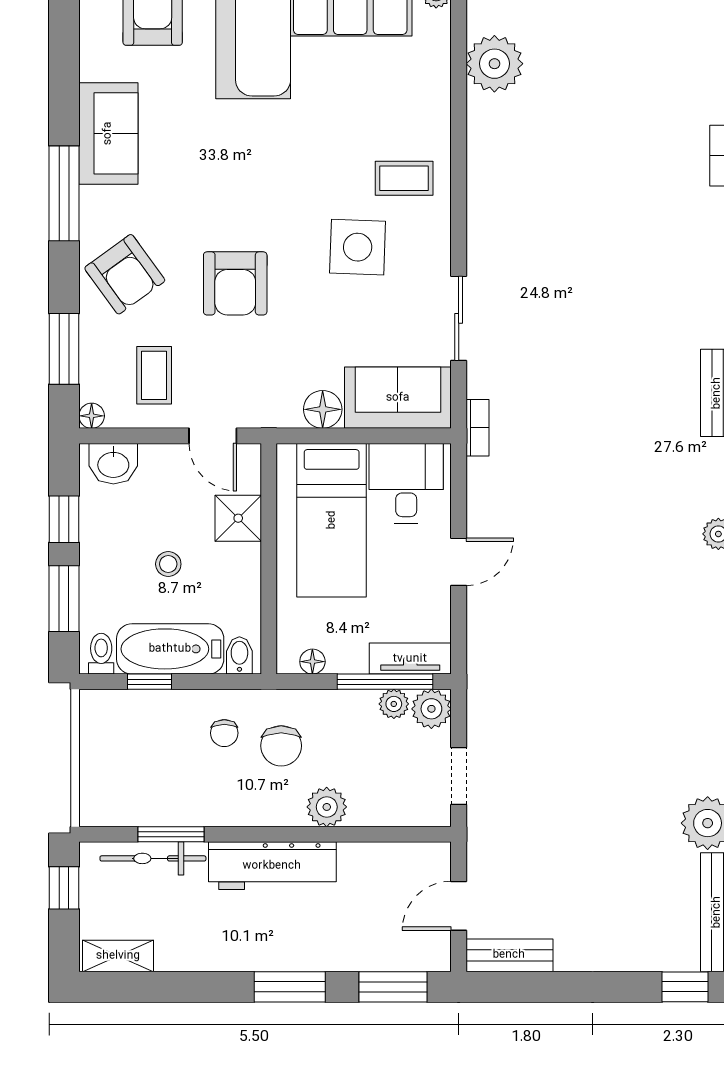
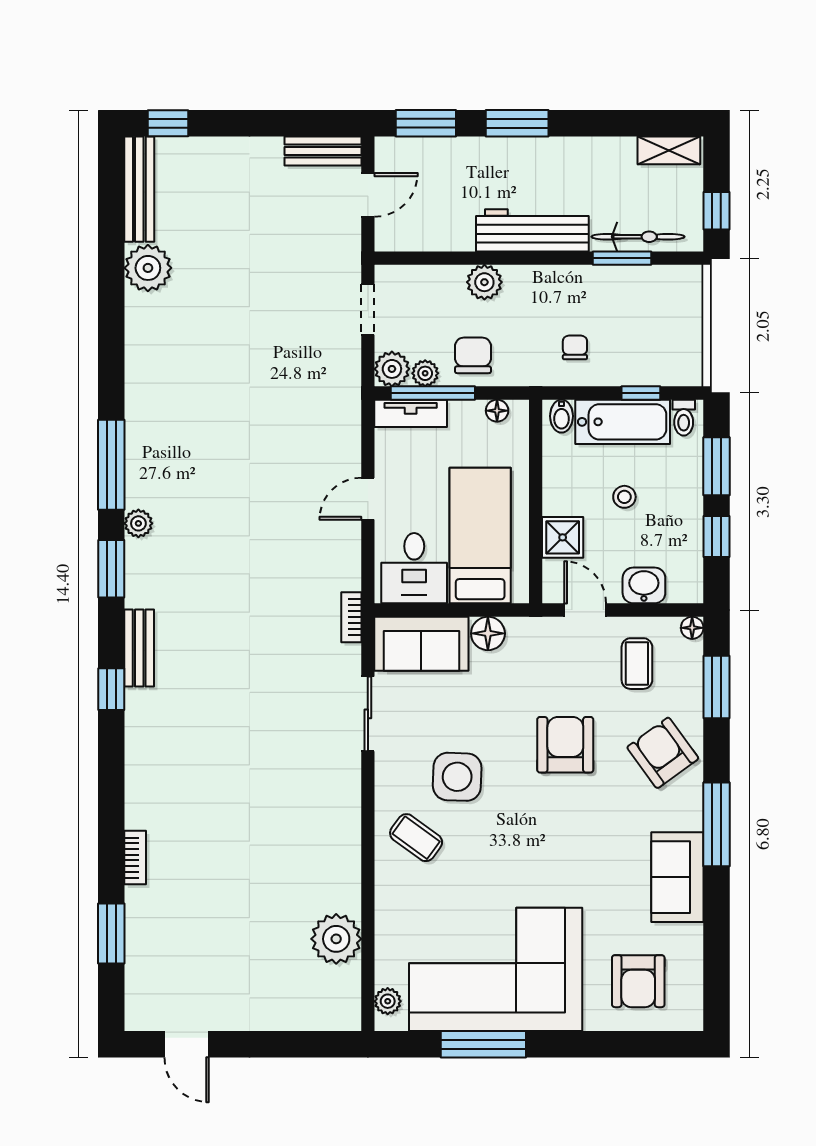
coffee table: (404, 178) -> (416, 838), turned 36
washbasin: (113, 464) -> (644, 585), moved
chair: (281, 746) -> (473, 355), moved

